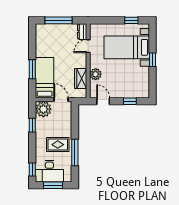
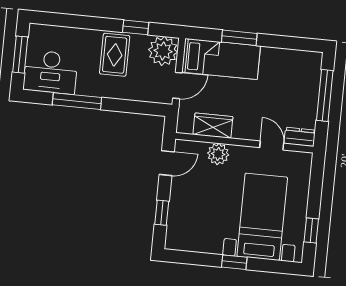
rug: (58, 145) -> (115, 55), moved
window: (32, 169) -> (53, 19), removed
desk: (49, 171) -> (51, 72), moved, turned -90

